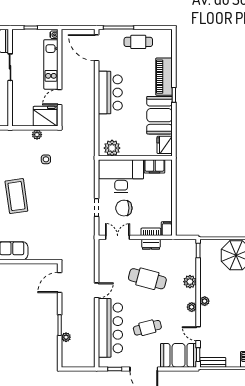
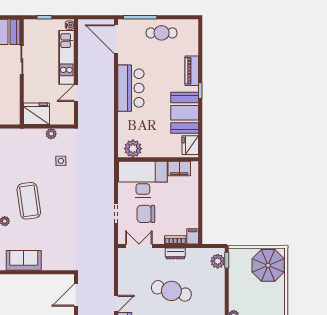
piano: (164, 77) -> (192, 71), width x0.73, depth x0.75
fridge: (45, 116) -> (37, 114), moved
plant: (190, 282) -> (218, 261), moved

